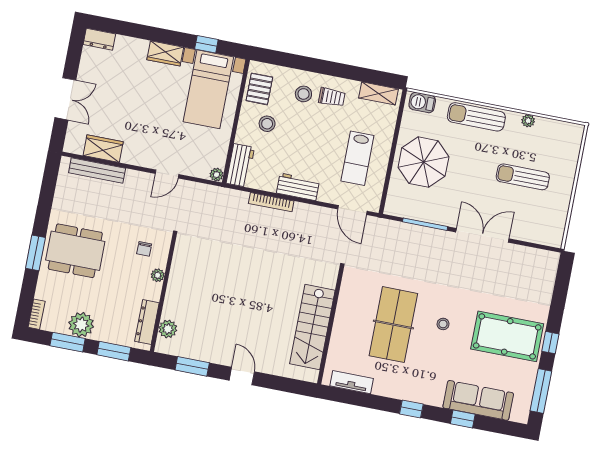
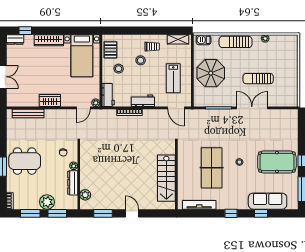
window: (206, 44) -> (25, 31), moved
wardrobe: (165, 53) -> (49, 40), width x1.50
stool: (303, 94) -> (141, 60), moved
wardrobe: (103, 149) -> (50, 101), moved
door: (167, 174) -> (83, 108), moved
sun lounger: (523, 177) -> (258, 79), moved
dresser: (147, 322) -> (73, 183), moved
plant: (81, 325) -> (47, 202), moved
tv unit: (352, 382) -> (199, 205), width x1.41

